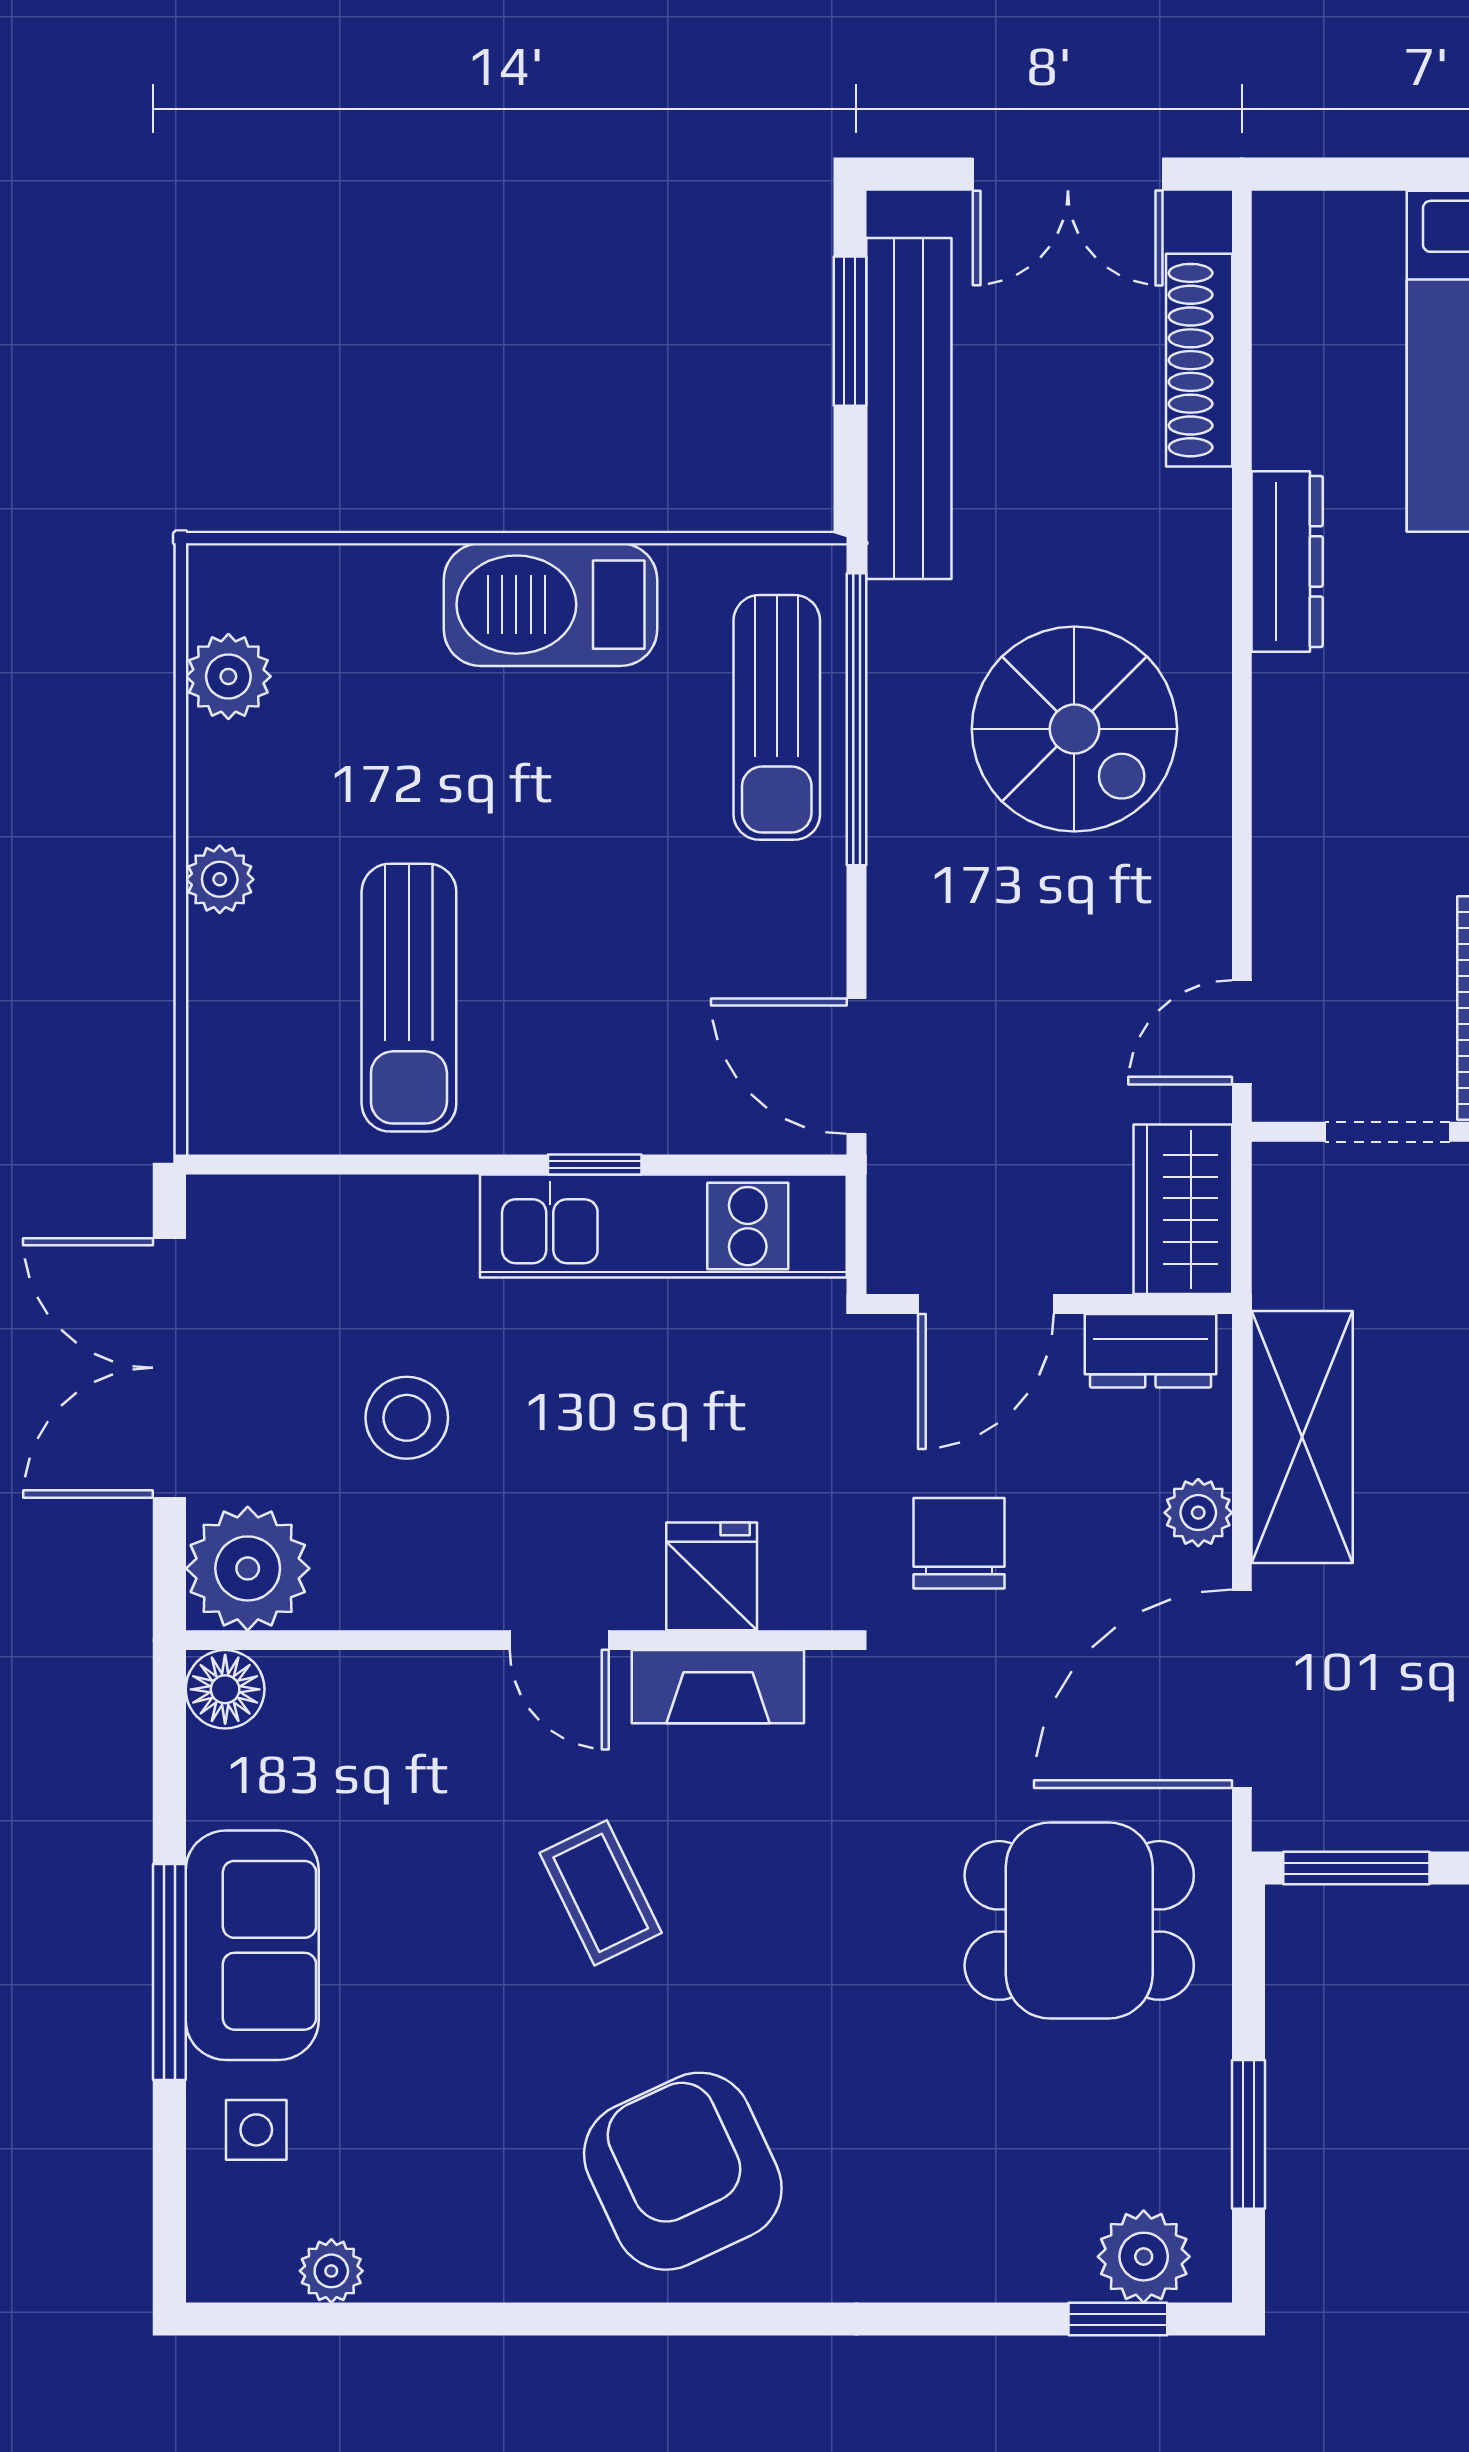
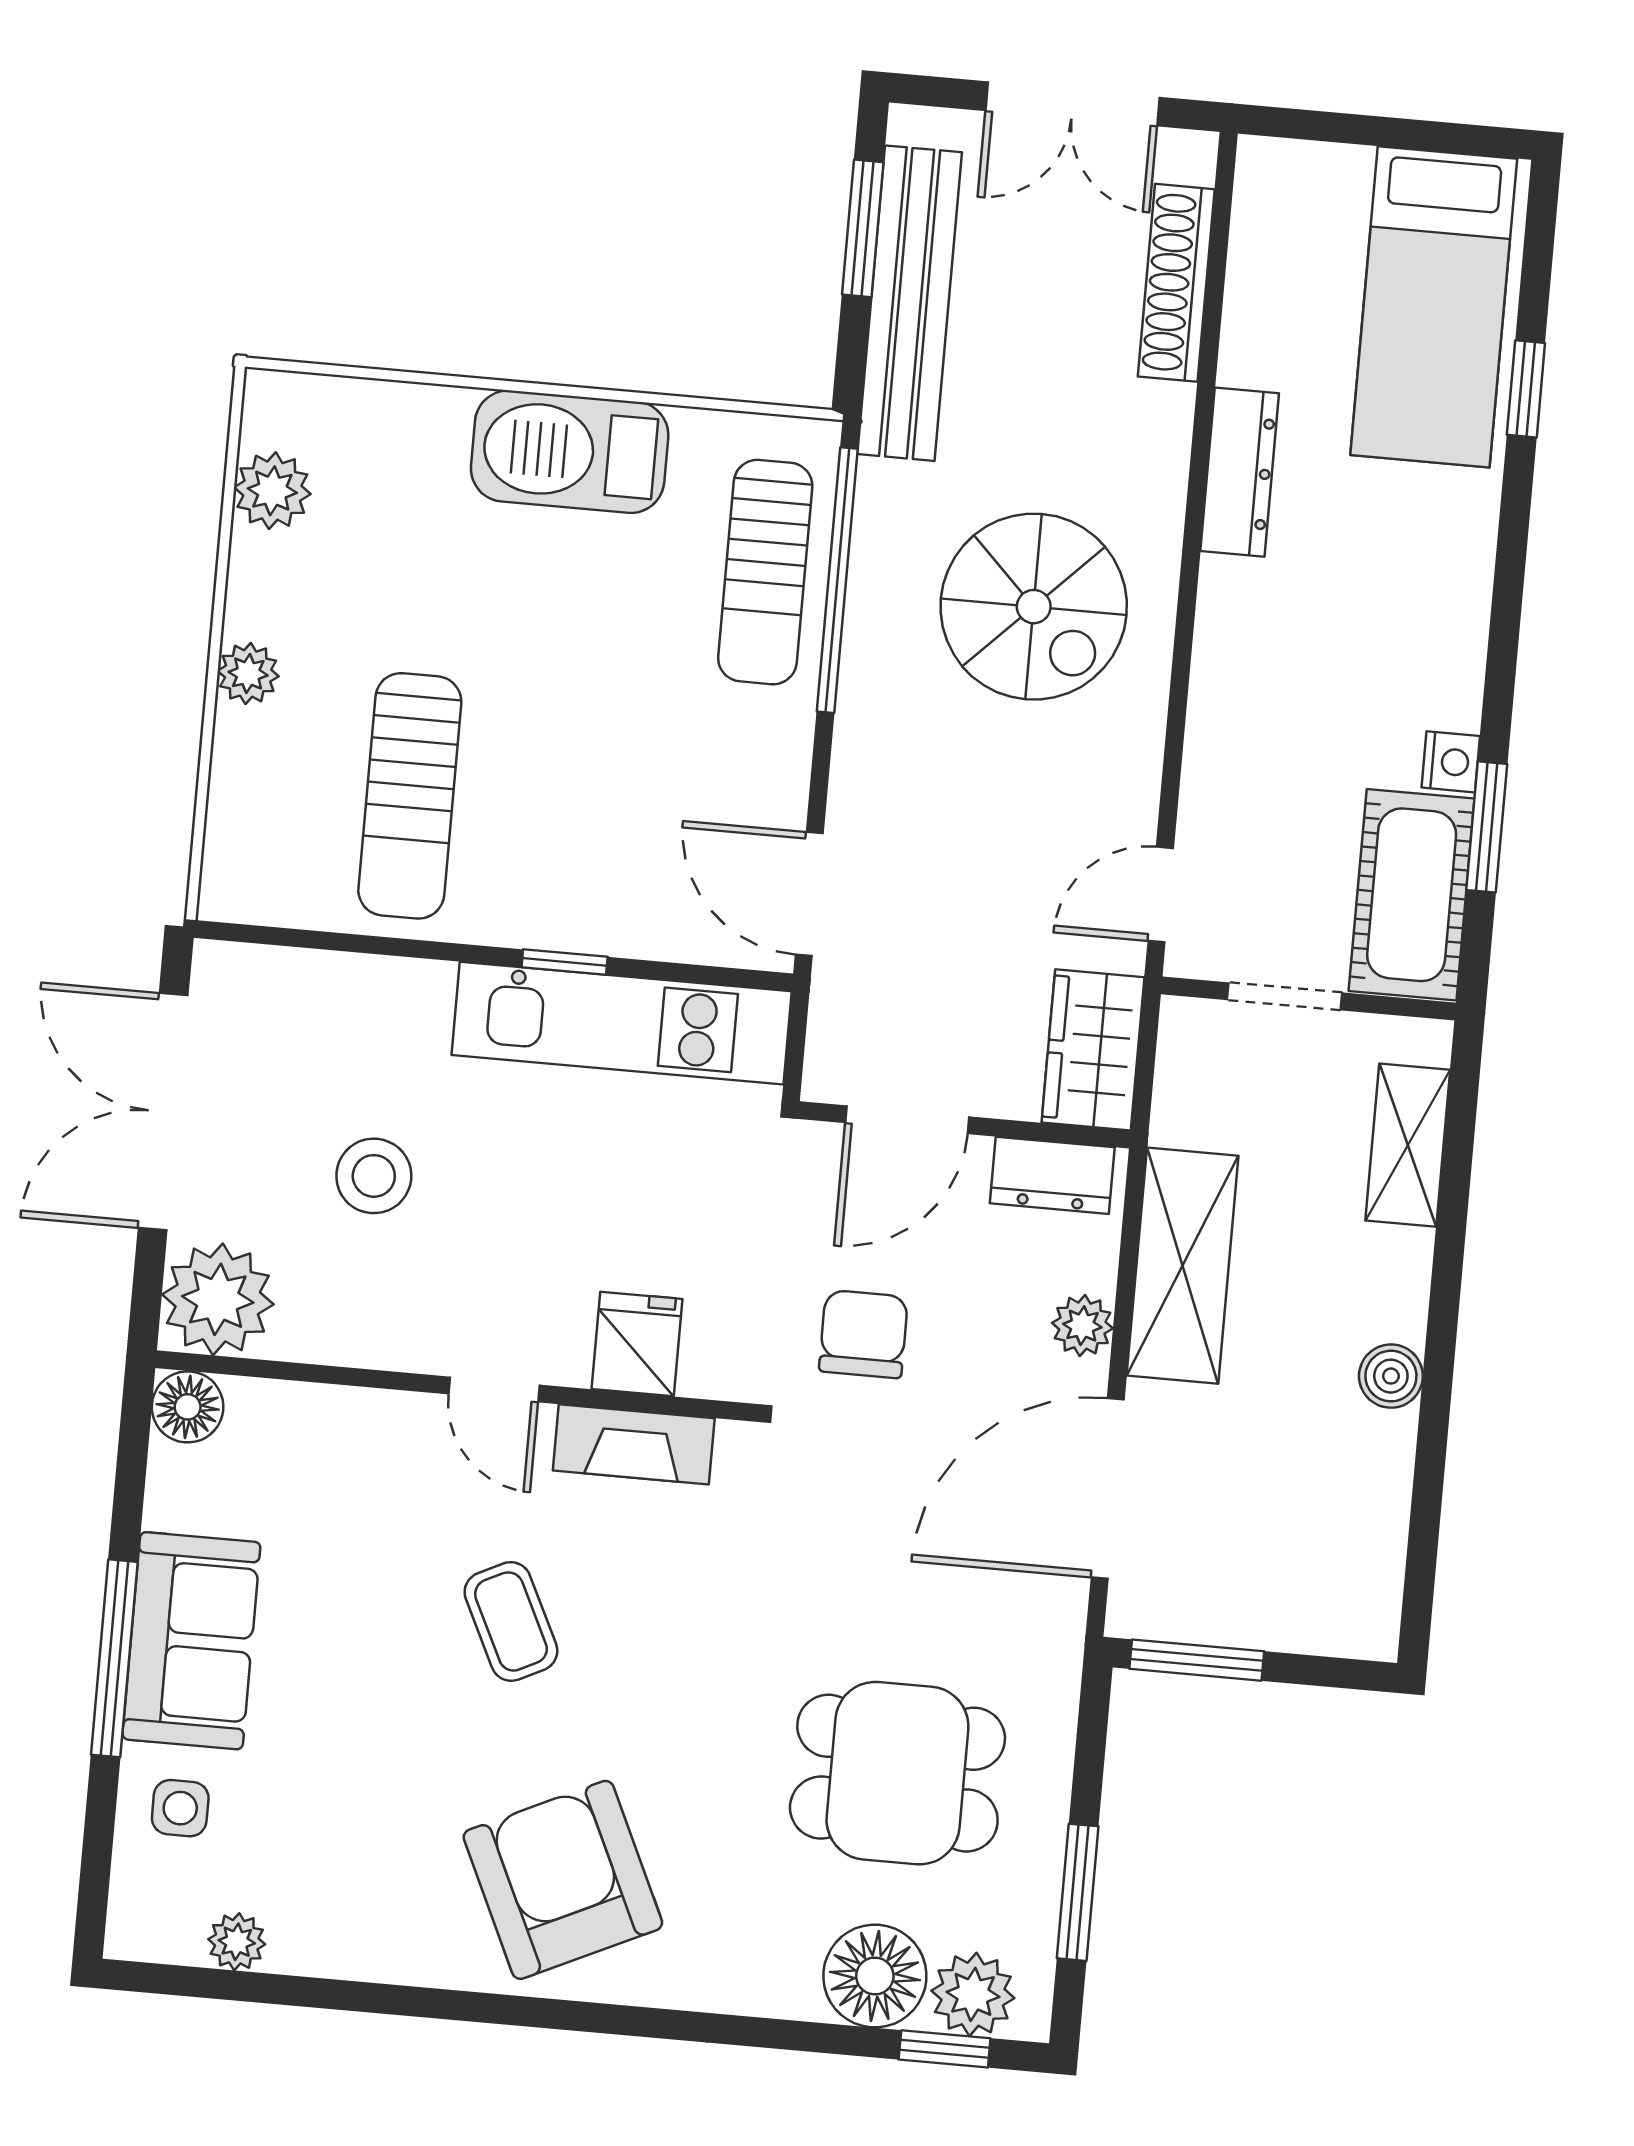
dining table: (1079, 1920) -> (897, 1773), moved
floor lamp: (1034, 2246) -> (875, 1976), added

